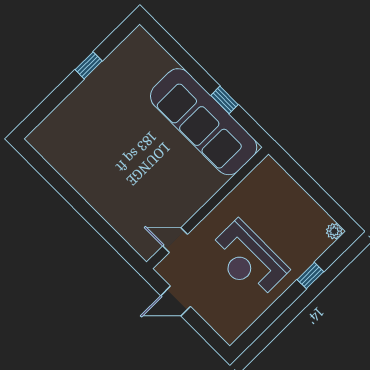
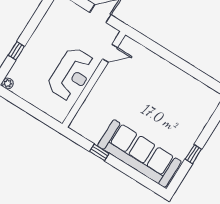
sofa: (204, 122) -> (139, 154), moved
reception desk: (248, 260) -> (71, 74), moved, turned 90

